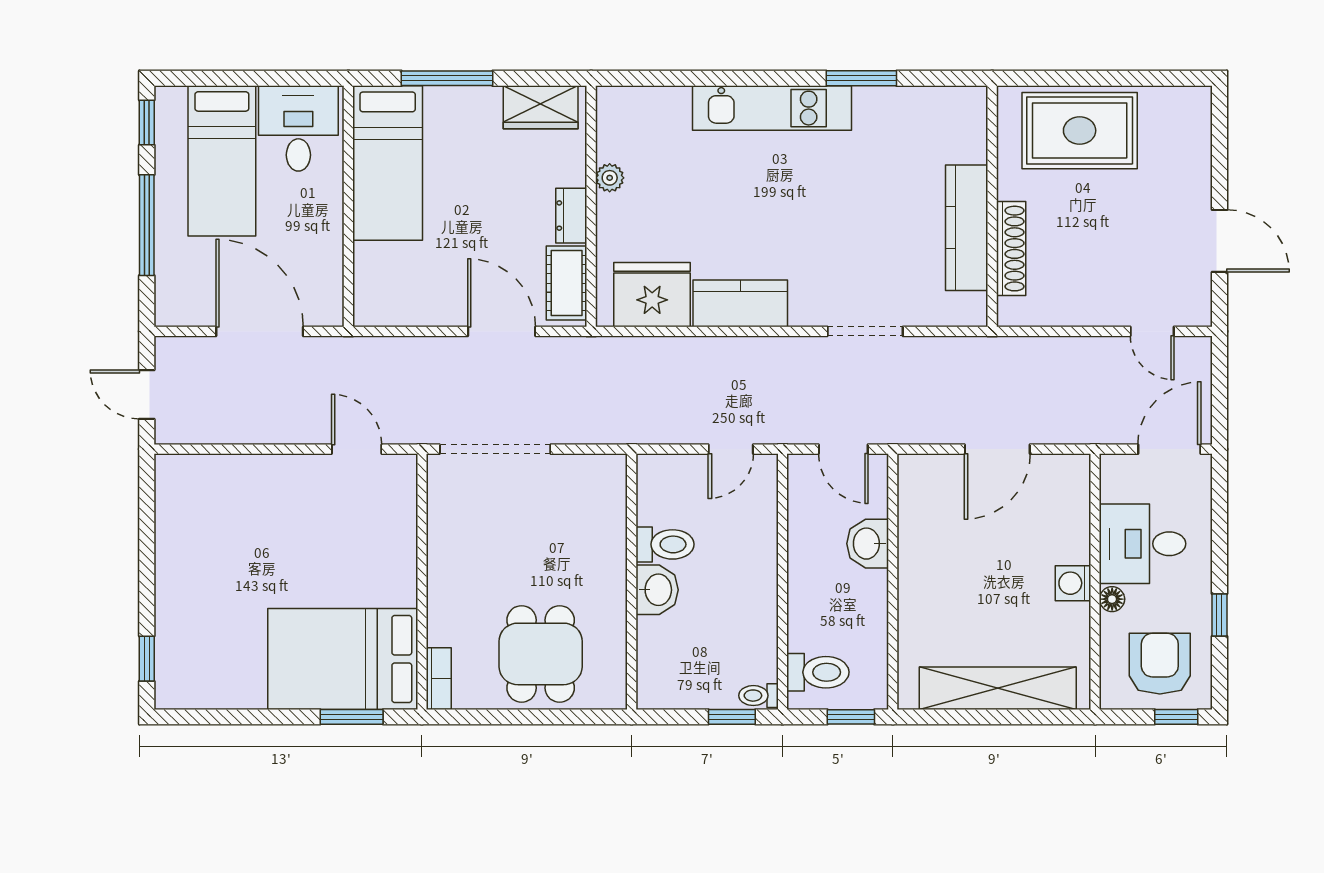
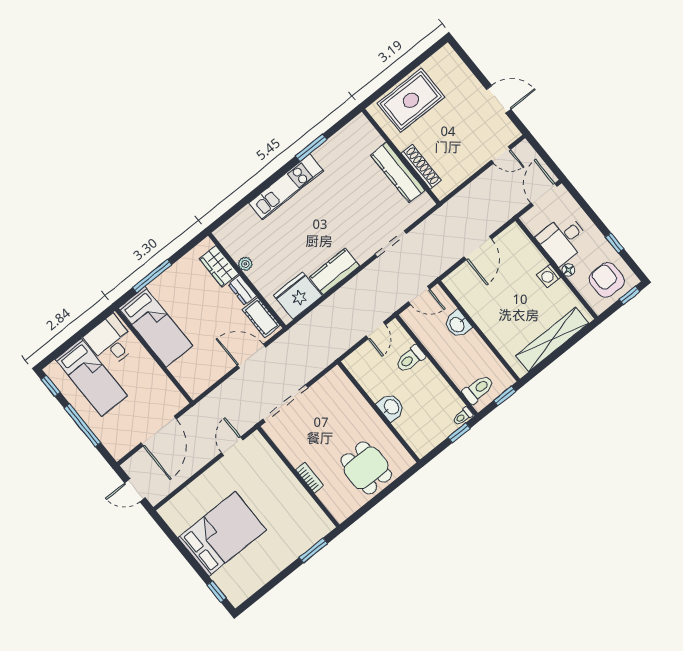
wardrobe: (541, 107) -> (219, 266), moved, turned 90
door: (260, 331) -> (159, 431), swing flipped
door: (357, 449) -> (232, 446), hinge flipped
toilet: (665, 544) -> (410, 359), moved, turned 180
bed: (343, 659) -> (222, 534), moved, turned 180
bookcase: (439, 679) -> (310, 478), moved

